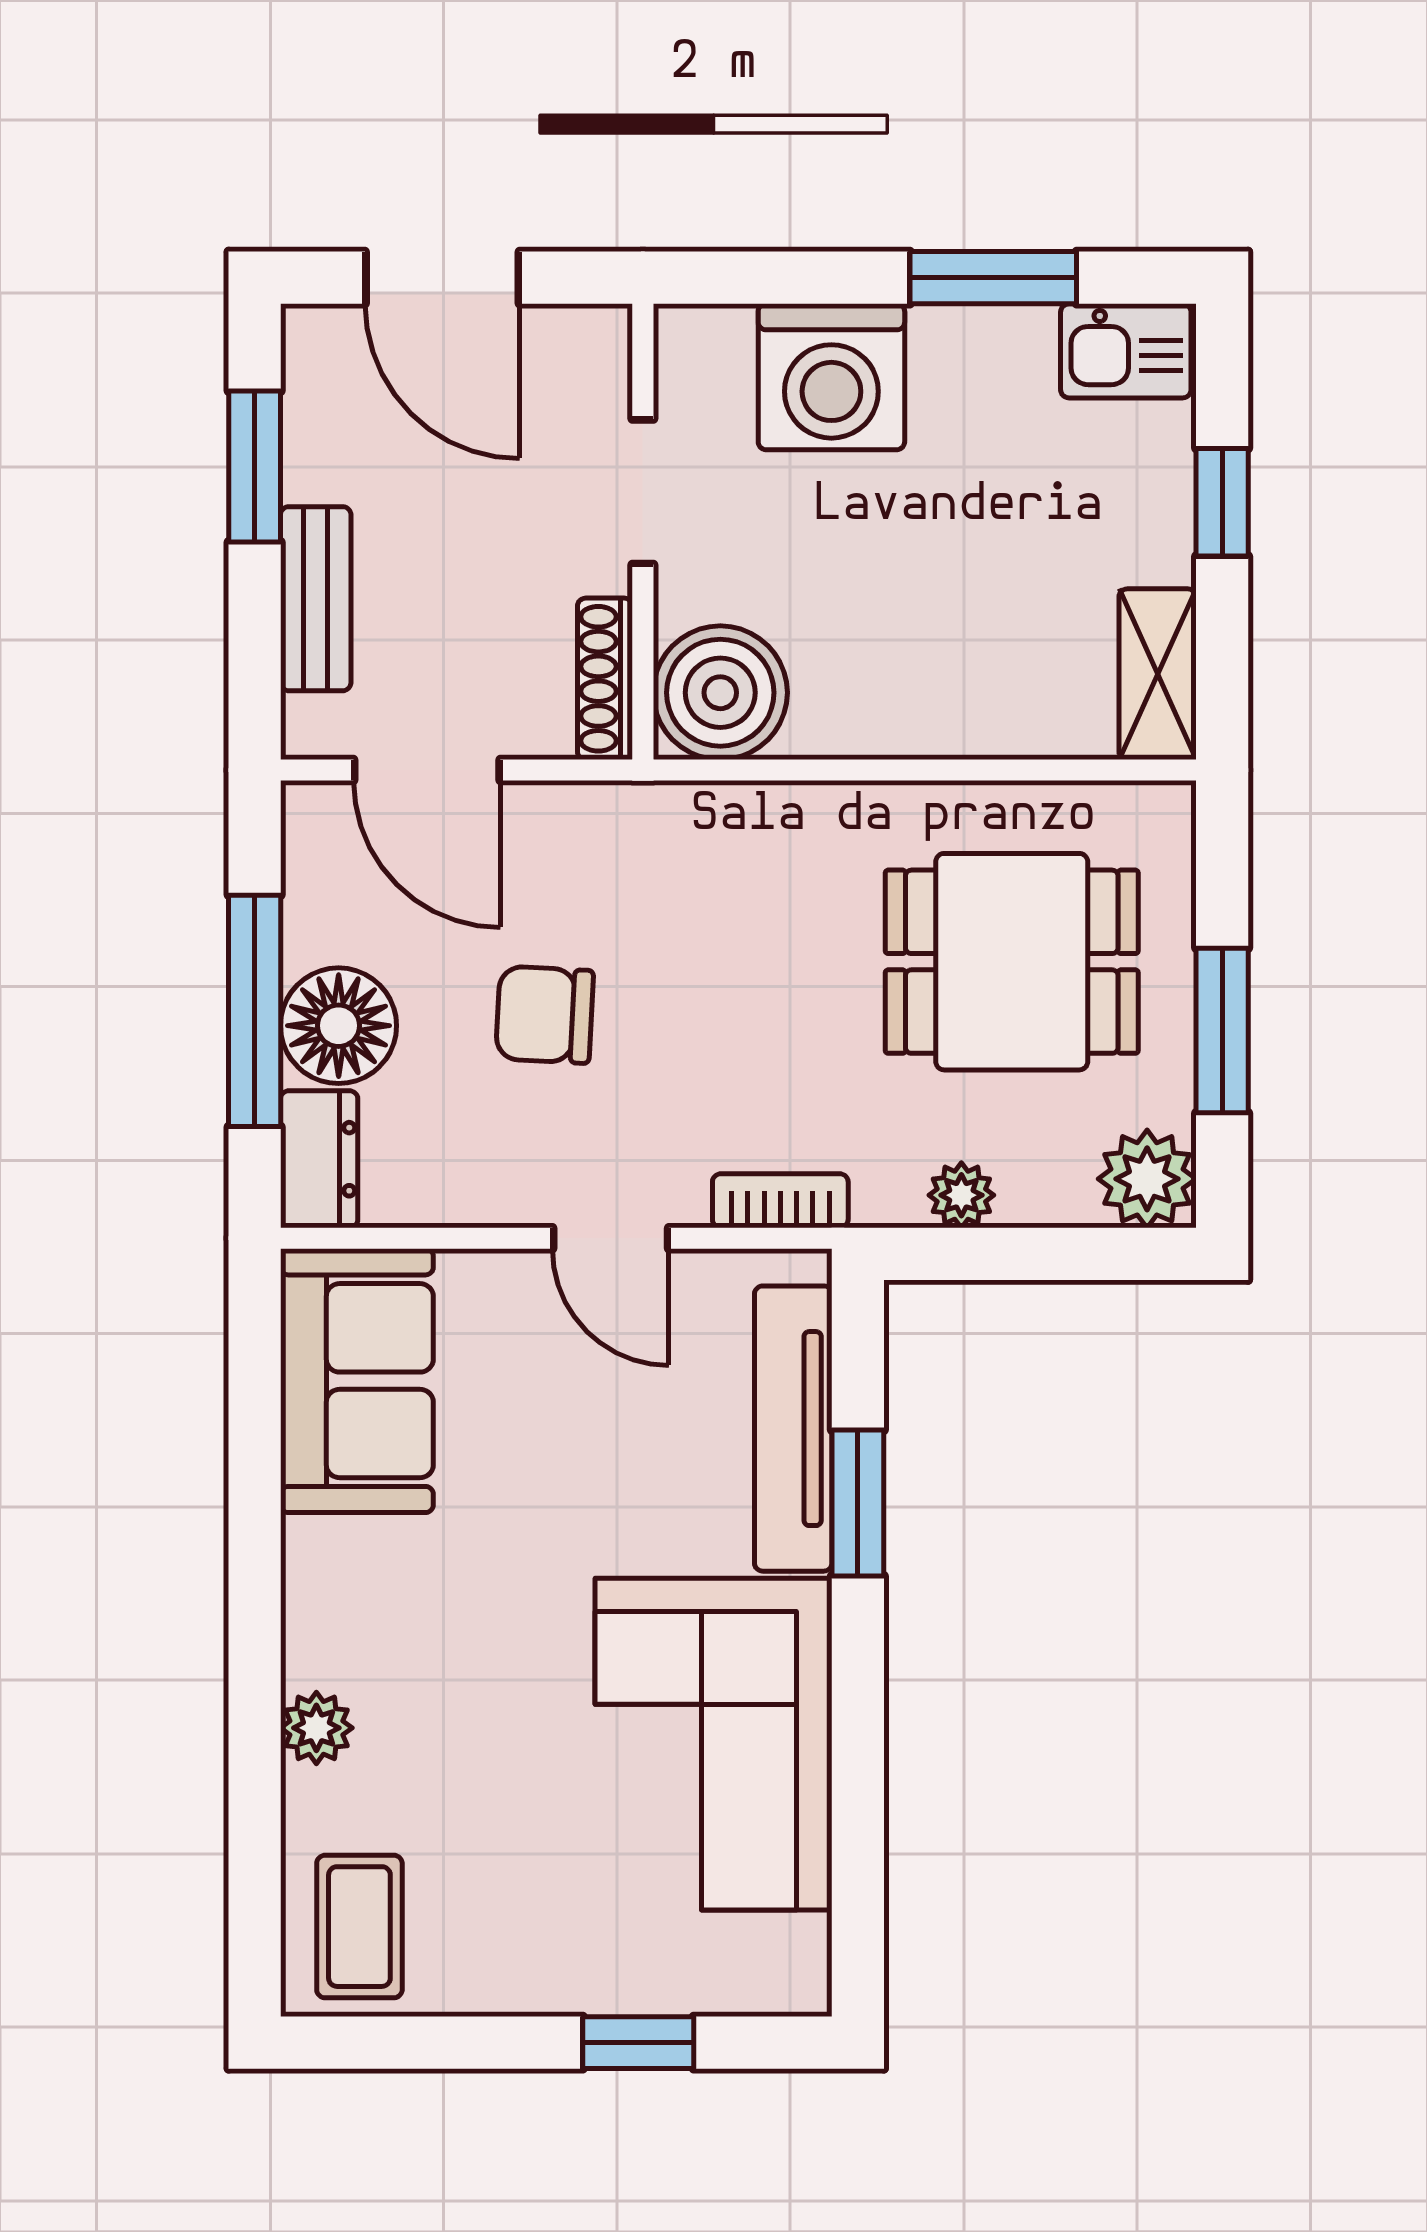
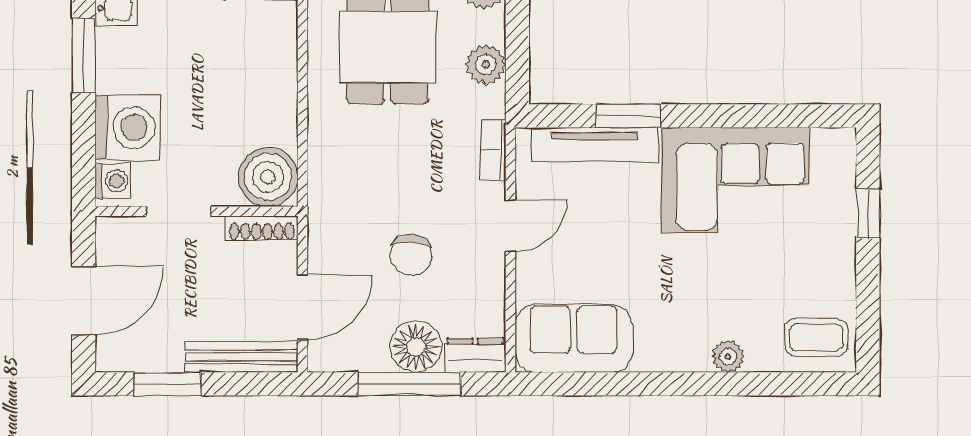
washing machine: (712, 343) -> (113, 181), added
bench: (316, 599) -> (241, 357), width x1.36
plant: (961, 1195) -> (486, 64), width x1.38, depth x1.38

